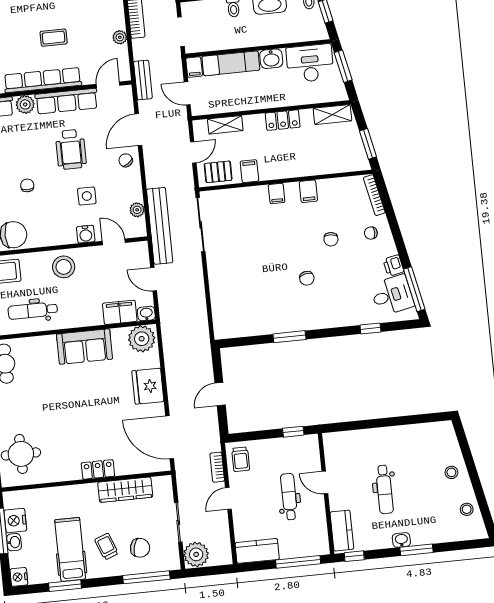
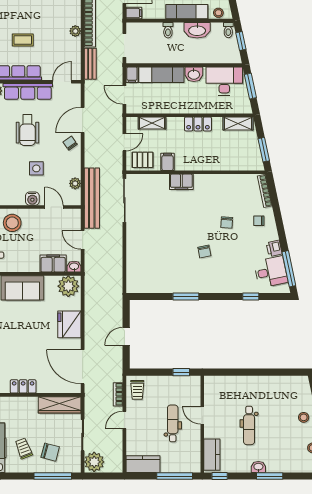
plant: (120, 37) -> (75, 31), moved
bench: (143, 80) -> (90, 64), moved
filing cabinet: (308, 191) -> (213, 183), removed
filing cabinet: (277, 194) -> (181, 182), width x2.00
wardrobe: (125, 490) -> (60, 405), moved

